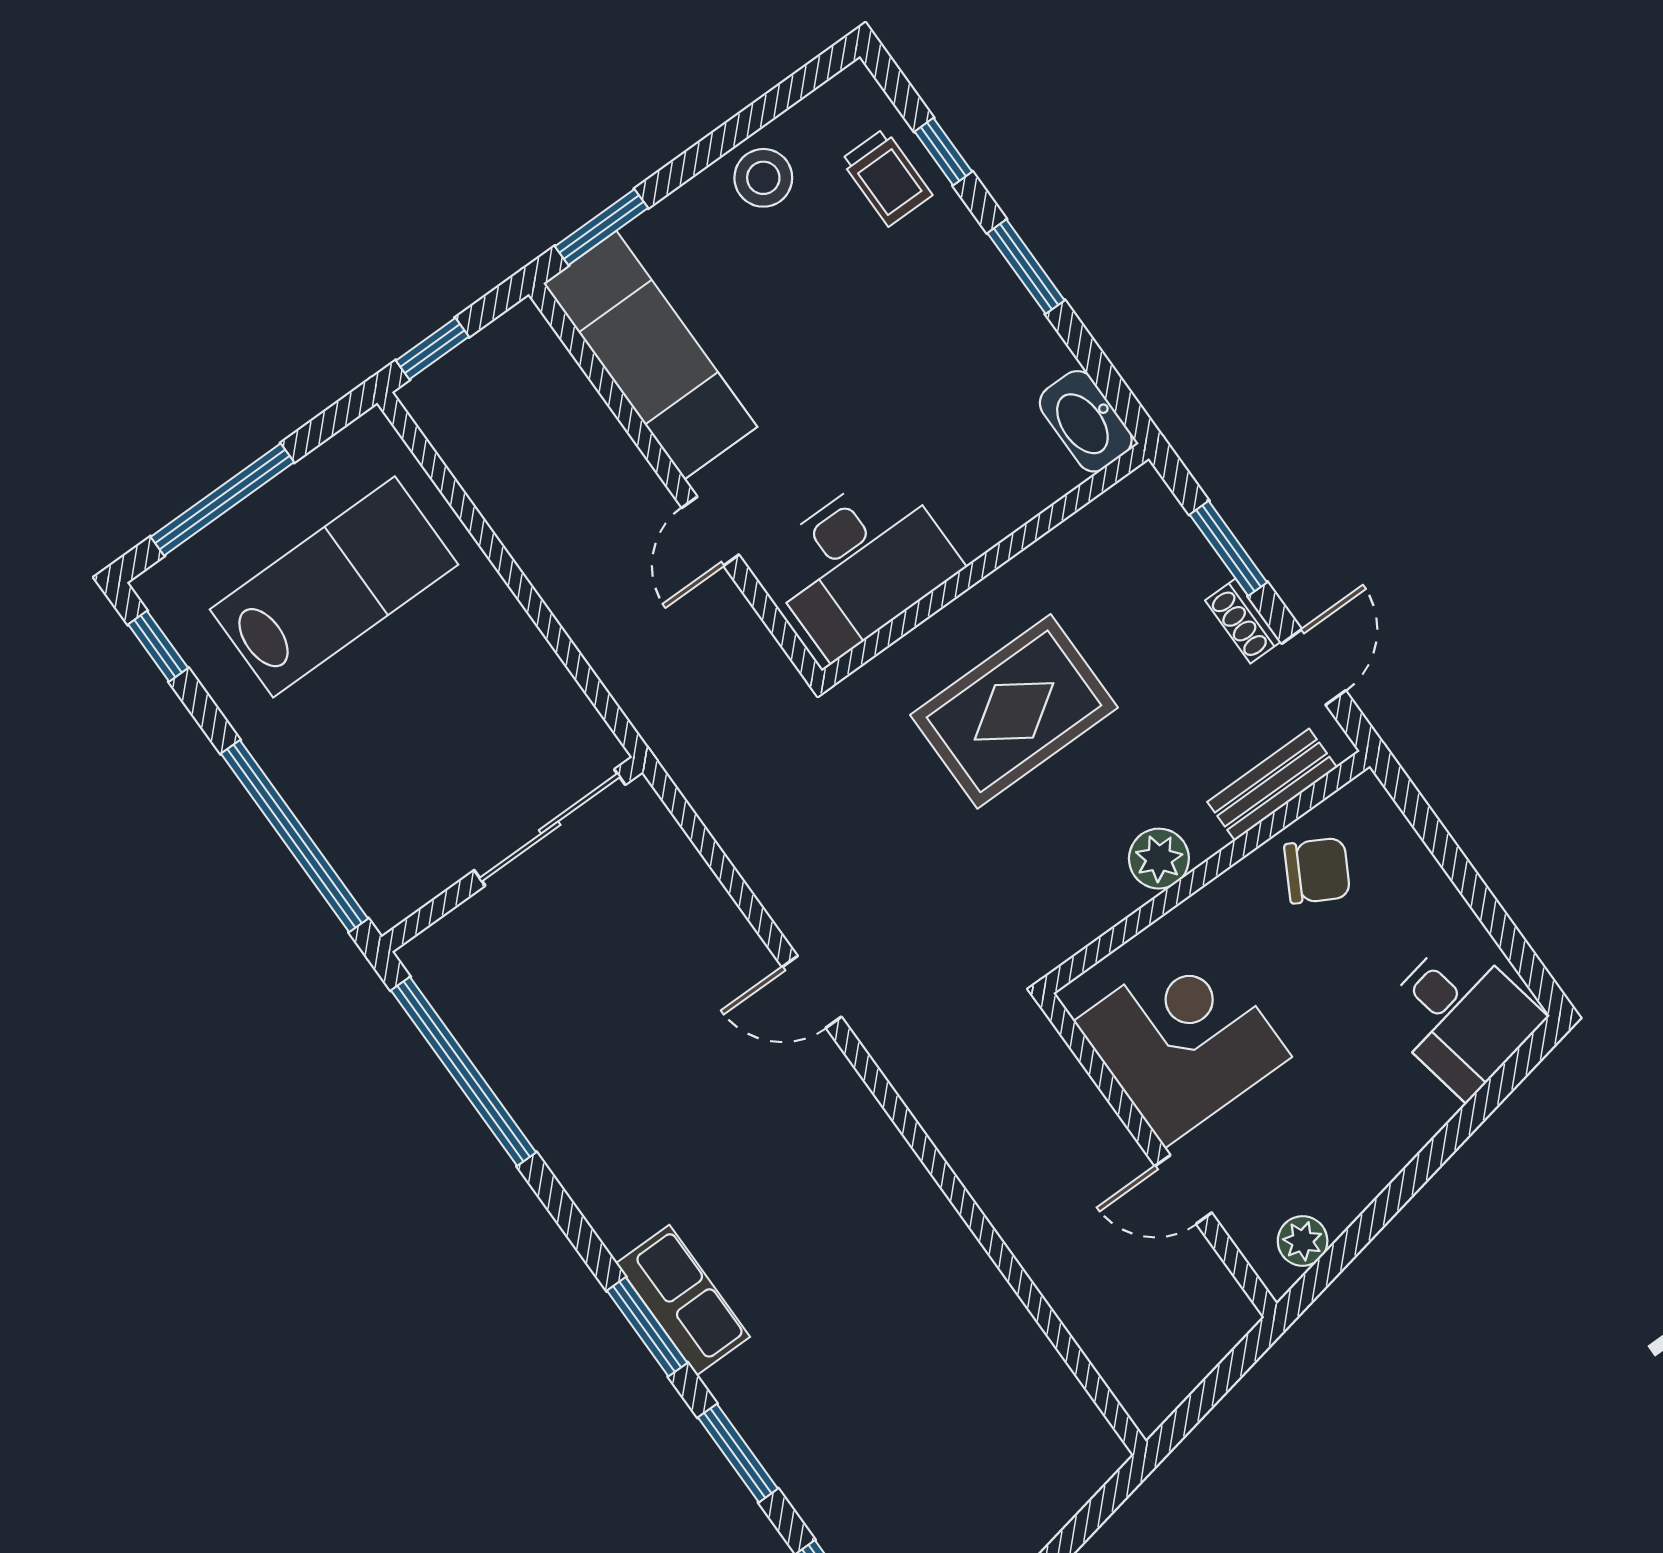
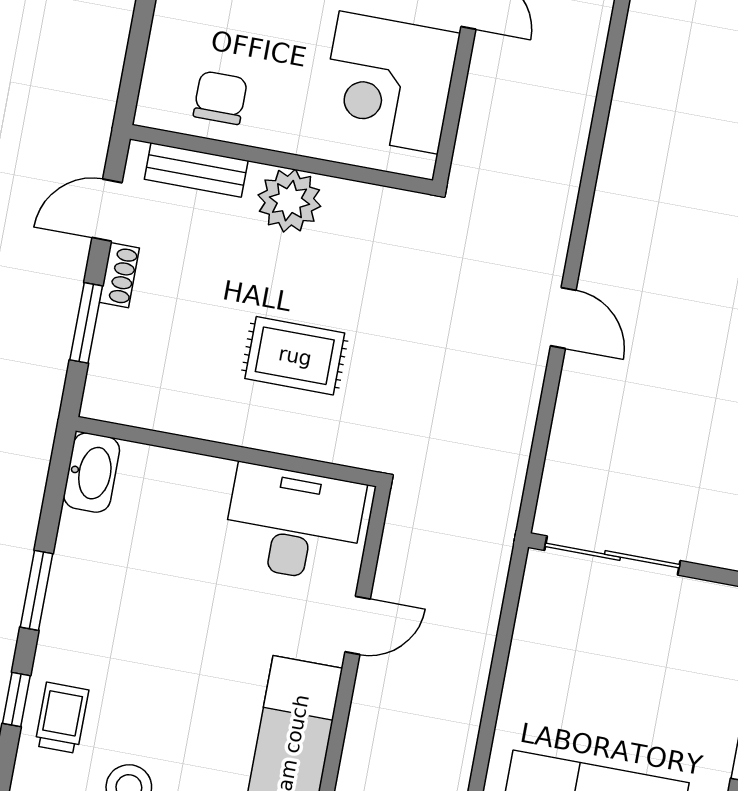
rug: (1014, 711) -> (295, 356), width x0.73, depth x0.70
plant: (1159, 859) -> (289, 201), width x1.36, depth x1.36
chair: (1317, 871) -> (220, 98), turned 61

